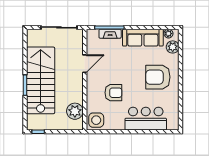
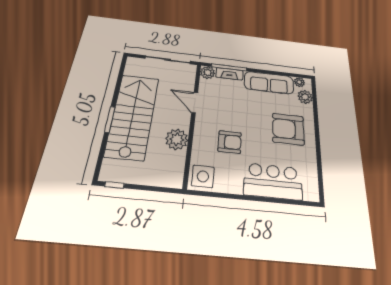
plant: (92, 35) -> (208, 73), added
door: (85, 64) -> (195, 103), swing flipped
plant: (75, 111) -> (177, 139), moved

